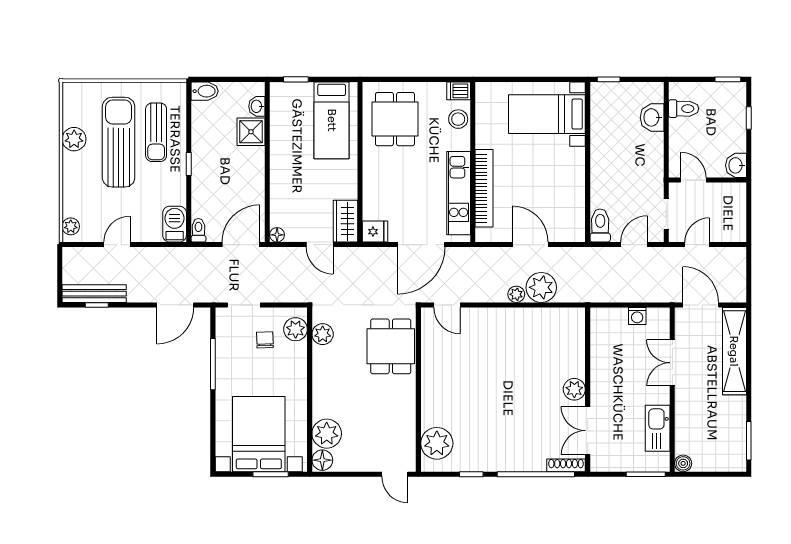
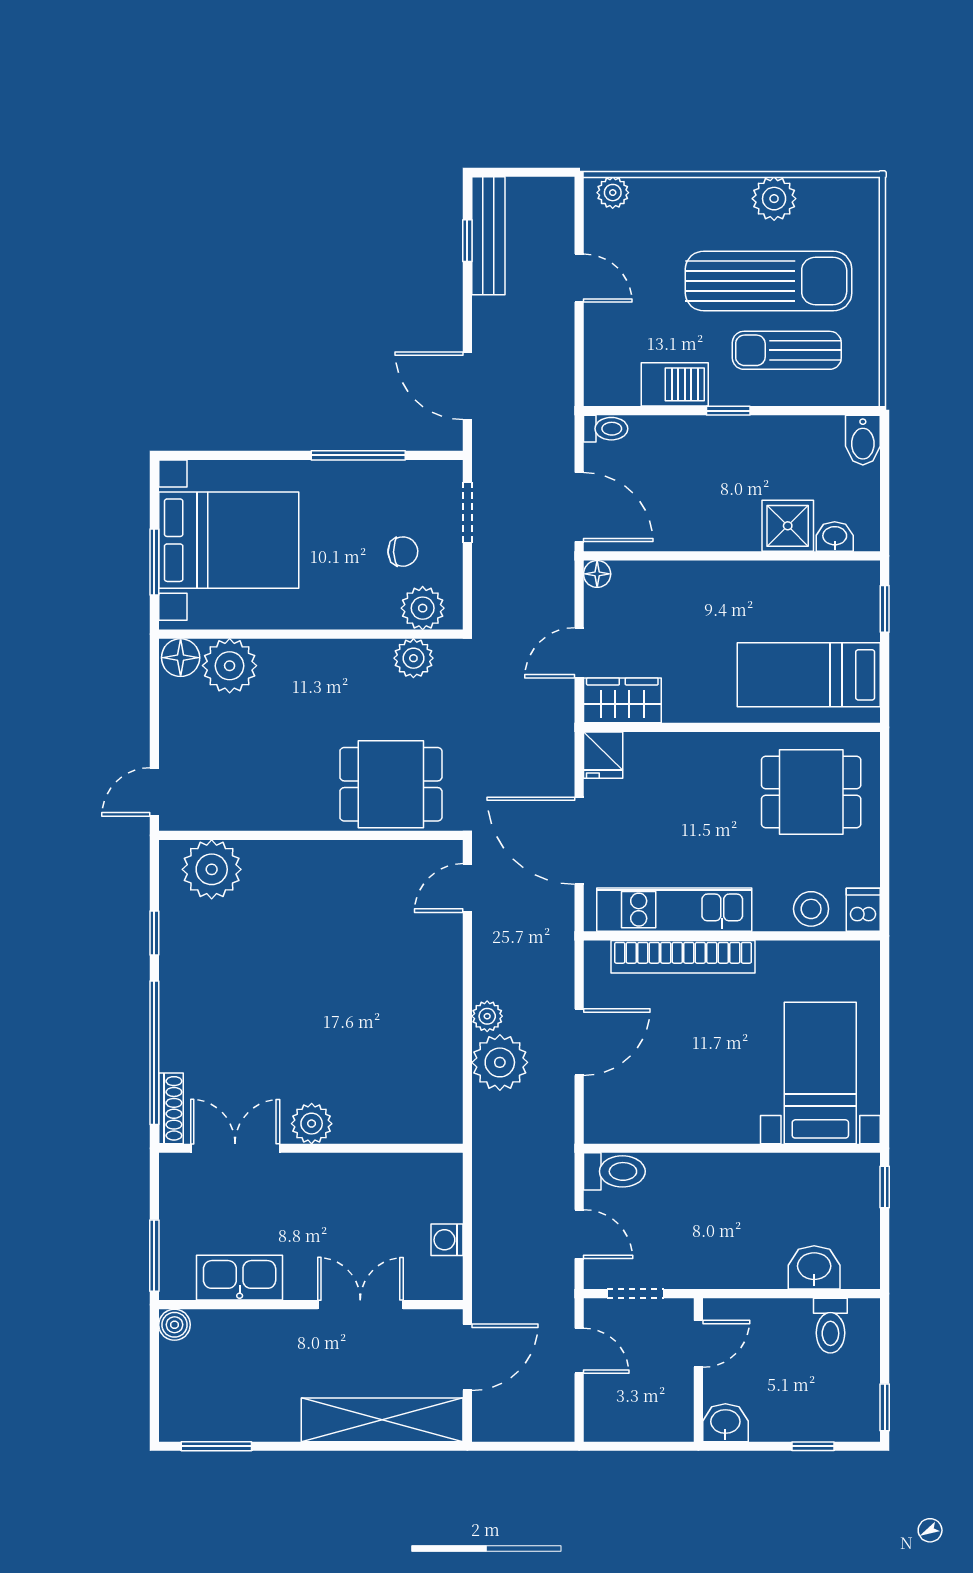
barbecue: (175, 224) -> (675, 384), moved

